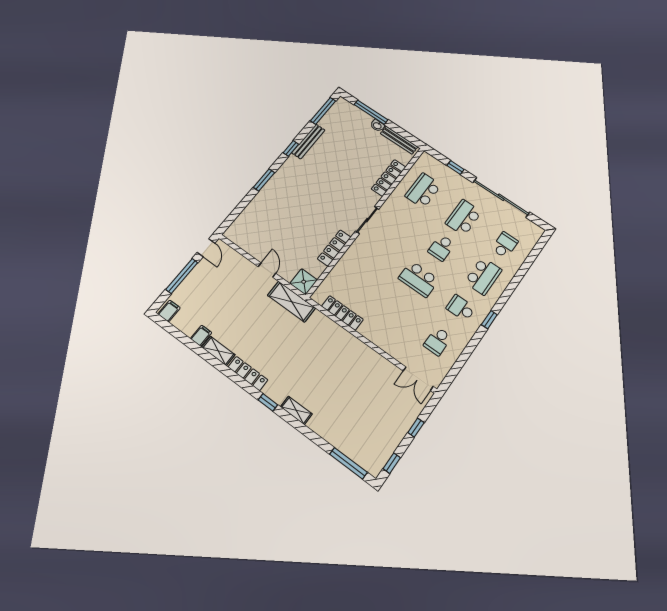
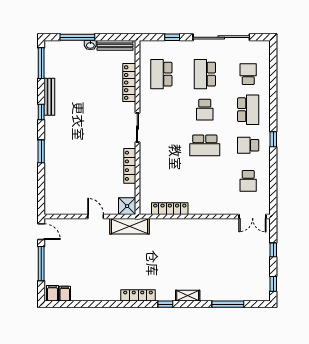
filing cabinet: (201, 336) -> (65, 294), moved
shelving: (218, 351) -> (107, 295), removed
window: (348, 463) -> (228, 304), moved

